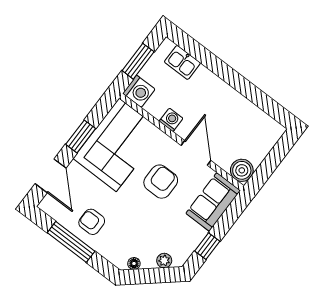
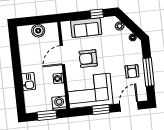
kitchen sink: (182, 62) -> (29, 82), moved
boiler: (242, 170) -> (38, 31), moved
sofa: (213, 202) -> (86, 28), moved

